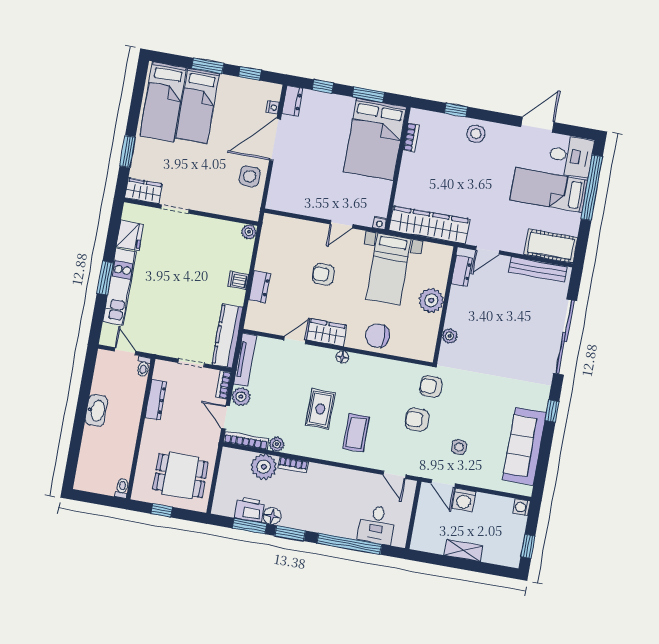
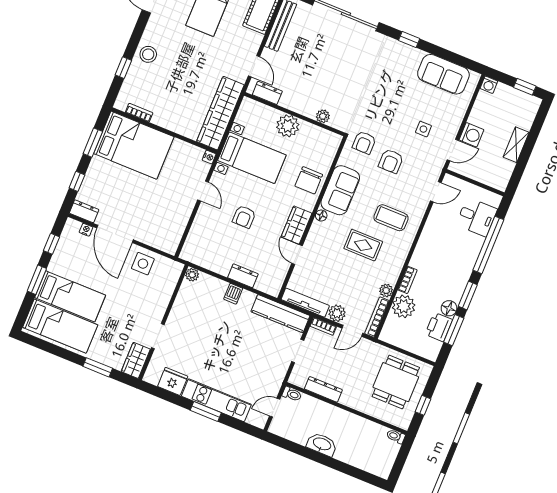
sofa: (374, 372) -> (340, 190), added
sofa: (524, 446) -> (443, 74), width x0.73

